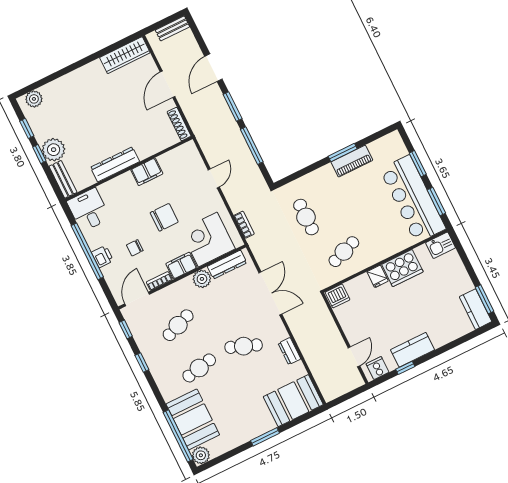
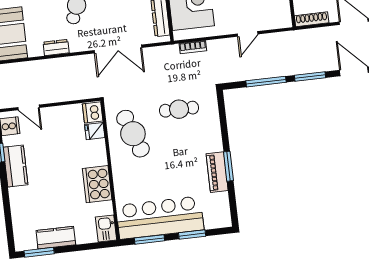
door: (214, 178) -> (248, 34), hinge flipped
cafe table: (344, 252) -> (133, 134), width x1.37, depth x1.35
fridge: (378, 276) -> (95, 131), moved
kitchen counter: (476, 309) -> (56, 238), moved

